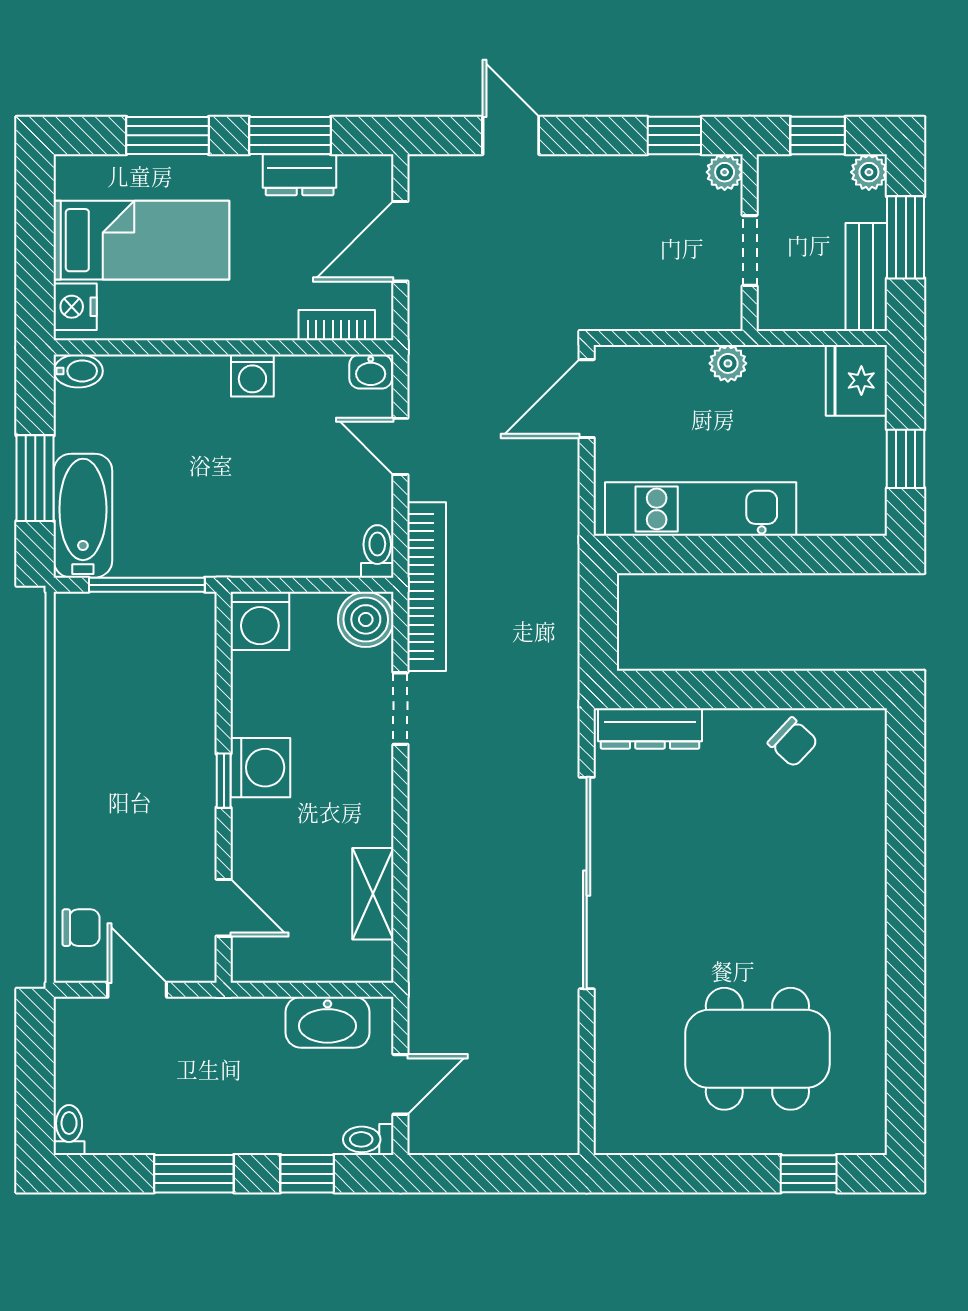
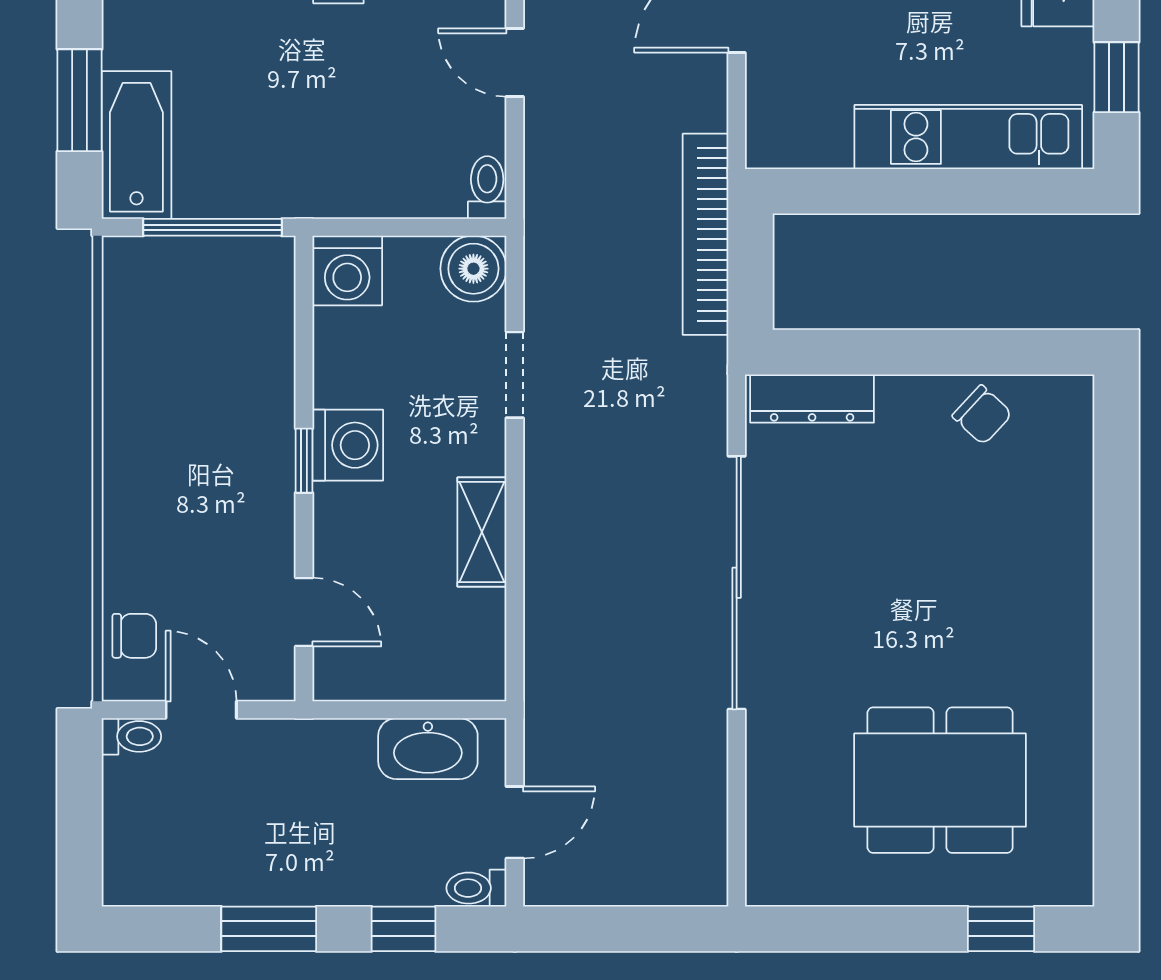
kitchen unit: (701, 509) -> (968, 137), moved
bookcase: (427, 587) -> (705, 234), moved, turned 180
shelving: (373, 894) -> (482, 532), moved
toilet: (69, 1130) -> (131, 736), moved, turned 90

